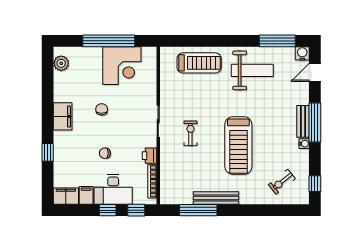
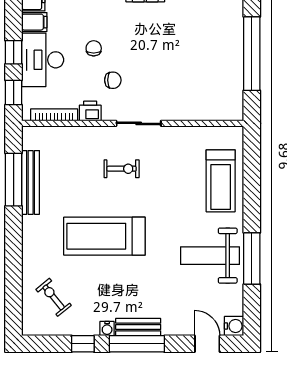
window: (277, 41) -> (252, 258), moved
corner desk: (122, 66) -> (217, 72), removed
weight bench: (252, 70) -> (210, 256), turned 90
chair: (102, 109) -> (113, 80), moved
window: (315, 184) -> (83, 344), moved
bench: (216, 198) -> (31, 182), moved

